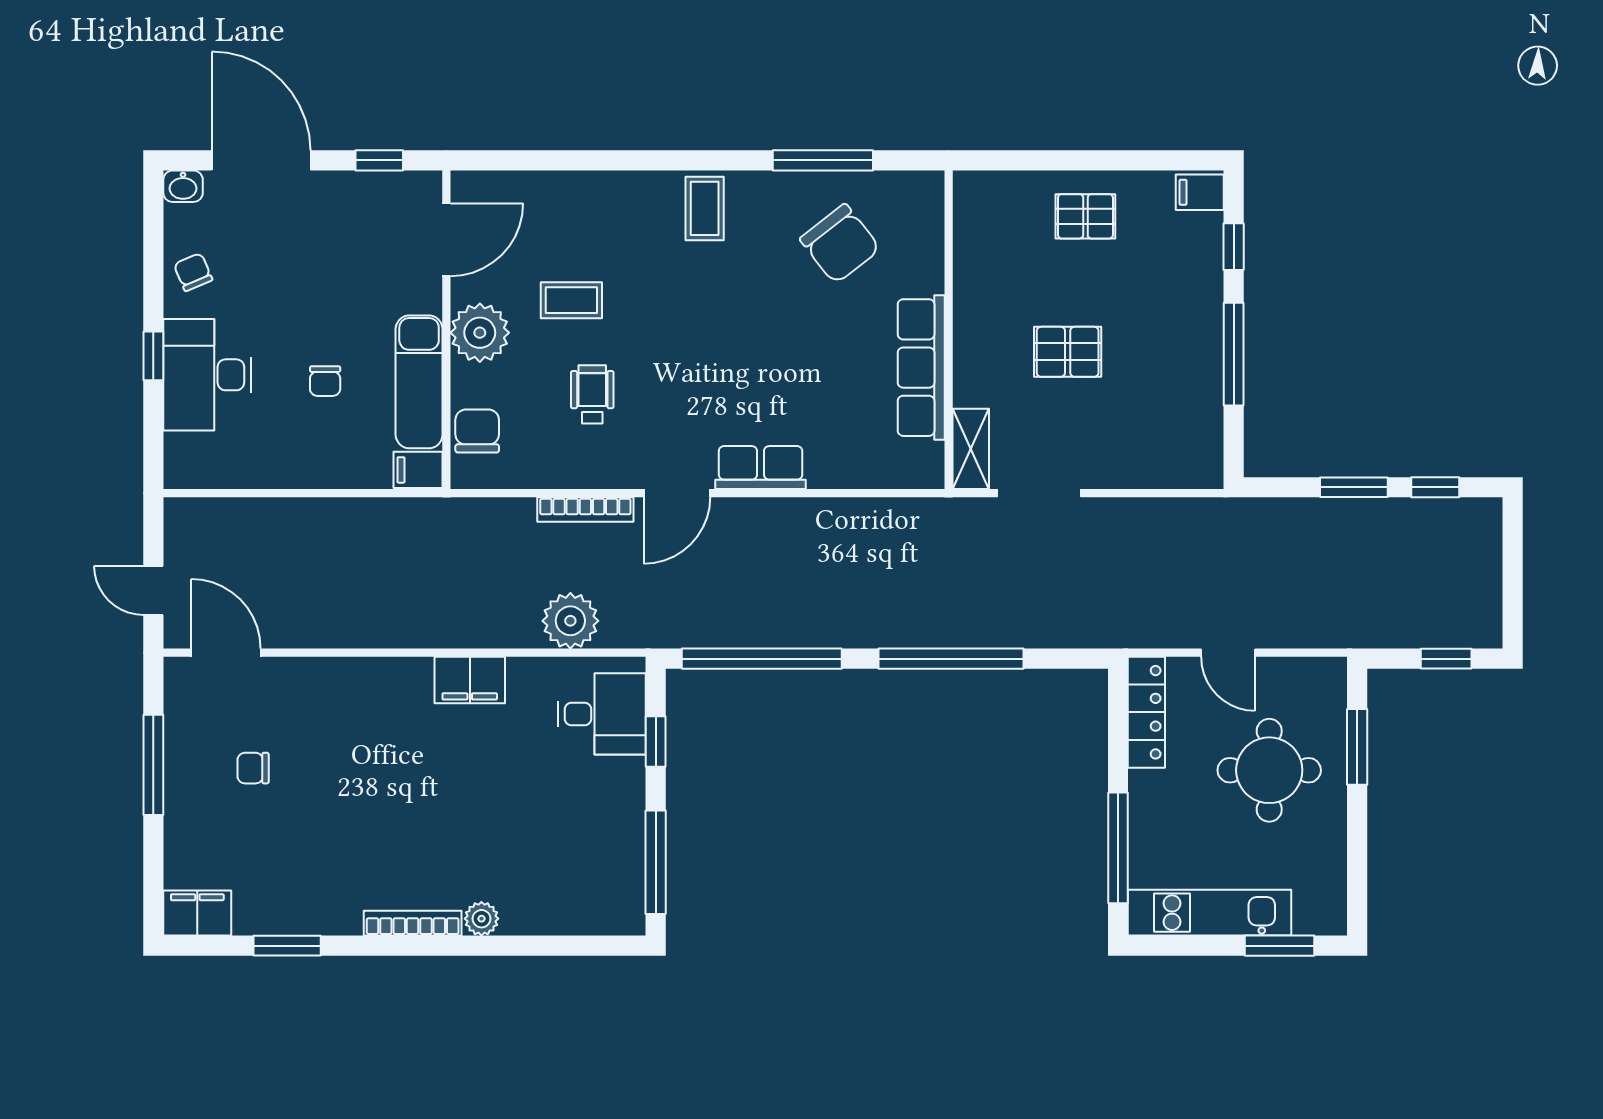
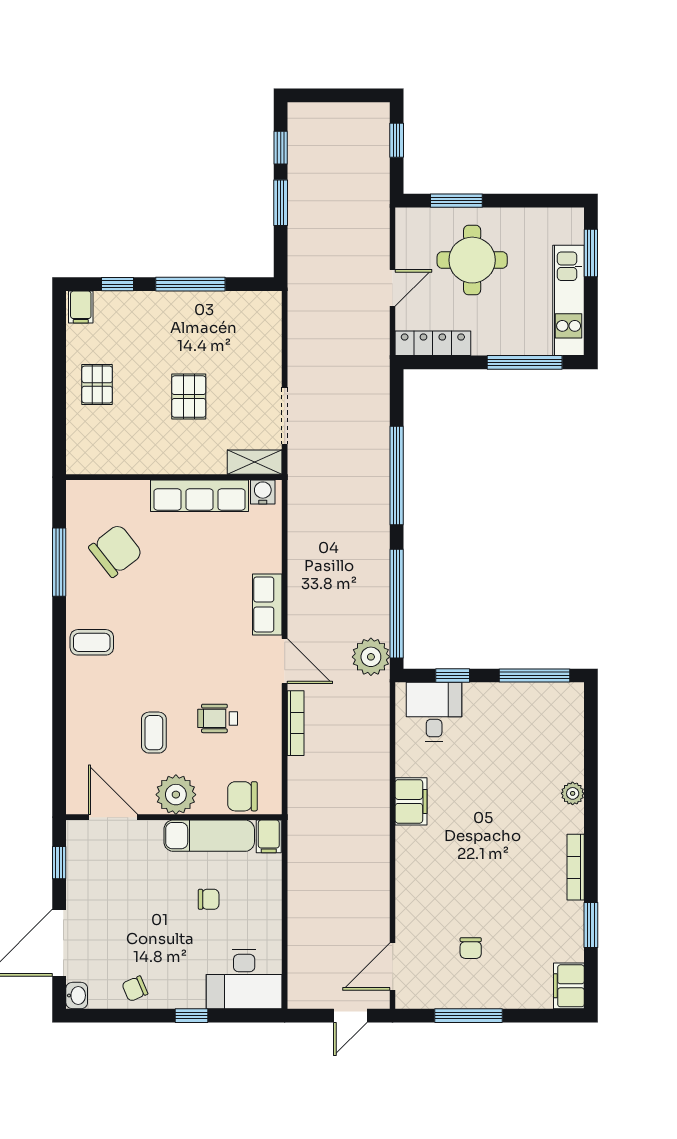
desk: (207, 375) -> (244, 979), moved
water cooler: (927, 461) -> (263, 492), added
plant: (570, 621) -> (371, 657), moved
bookcase: (413, 923) -> (576, 867), moved

